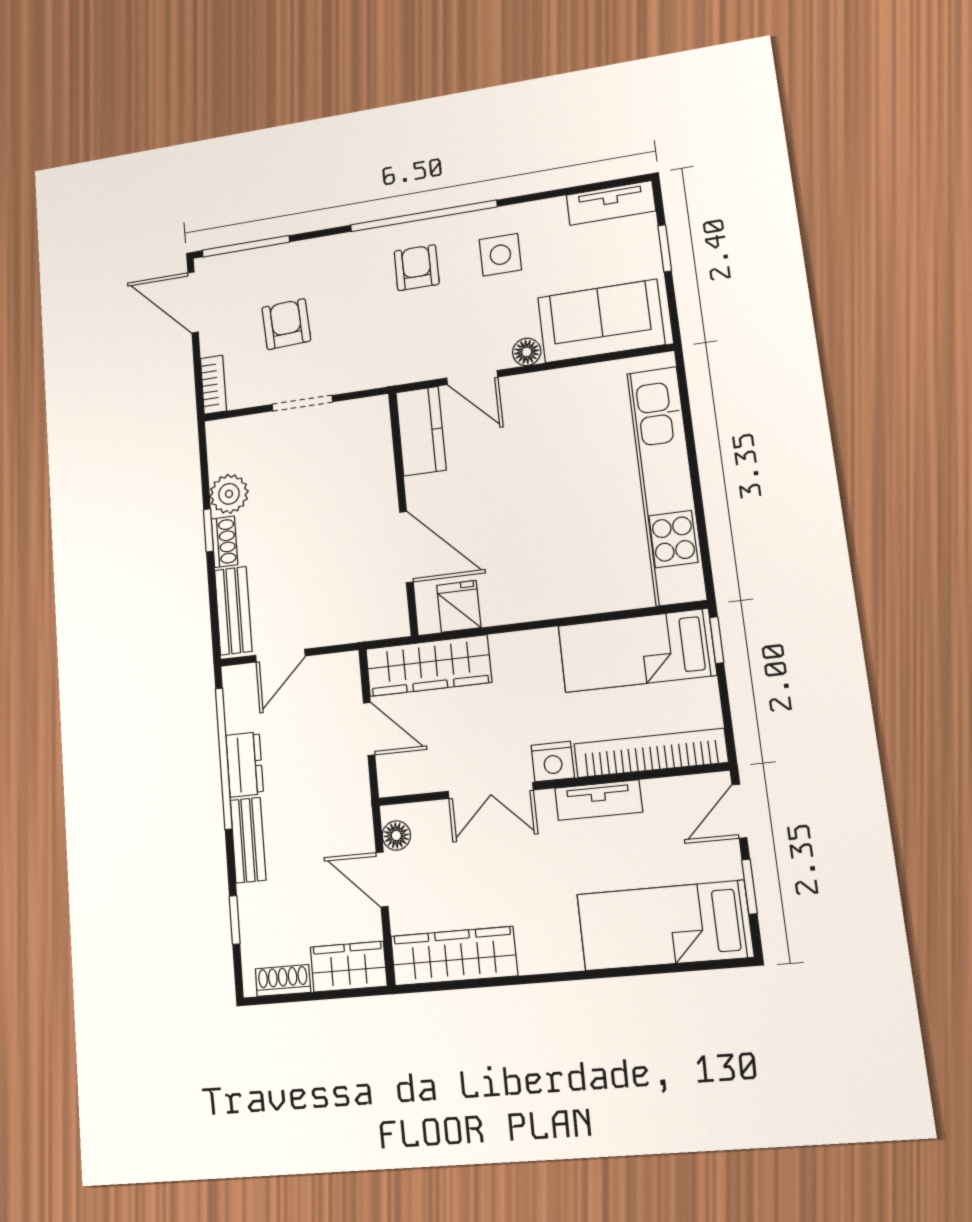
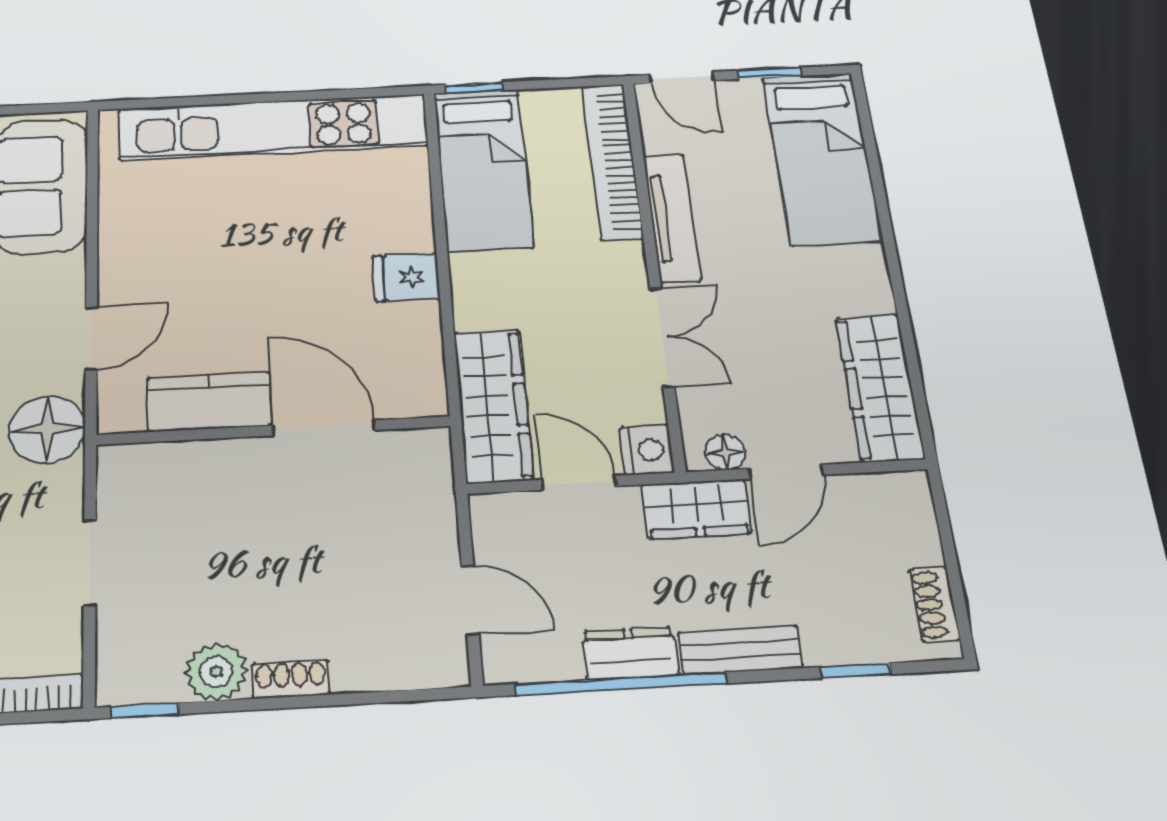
floor lamp: (527, 352) -> (47, 429), moved, width x1.89, depth x1.89
kitchen counter: (421, 431) -> (209, 402), moved
window: (208, 530) -> (145, 711), moved
door: (406, 547) -> (324, 428), hinge flipped
fridge: (459, 606) -> (406, 277), moved
bench: (233, 611) -> (399, 667), removed
door: (369, 729) -> (579, 483), hinge flipped
nightstand: (553, 762) -> (647, 450), moved
tv unit: (599, 800) -> (672, 218), width x1.41
wardrobe: (349, 967) -> (697, 509), moved, turned -90

